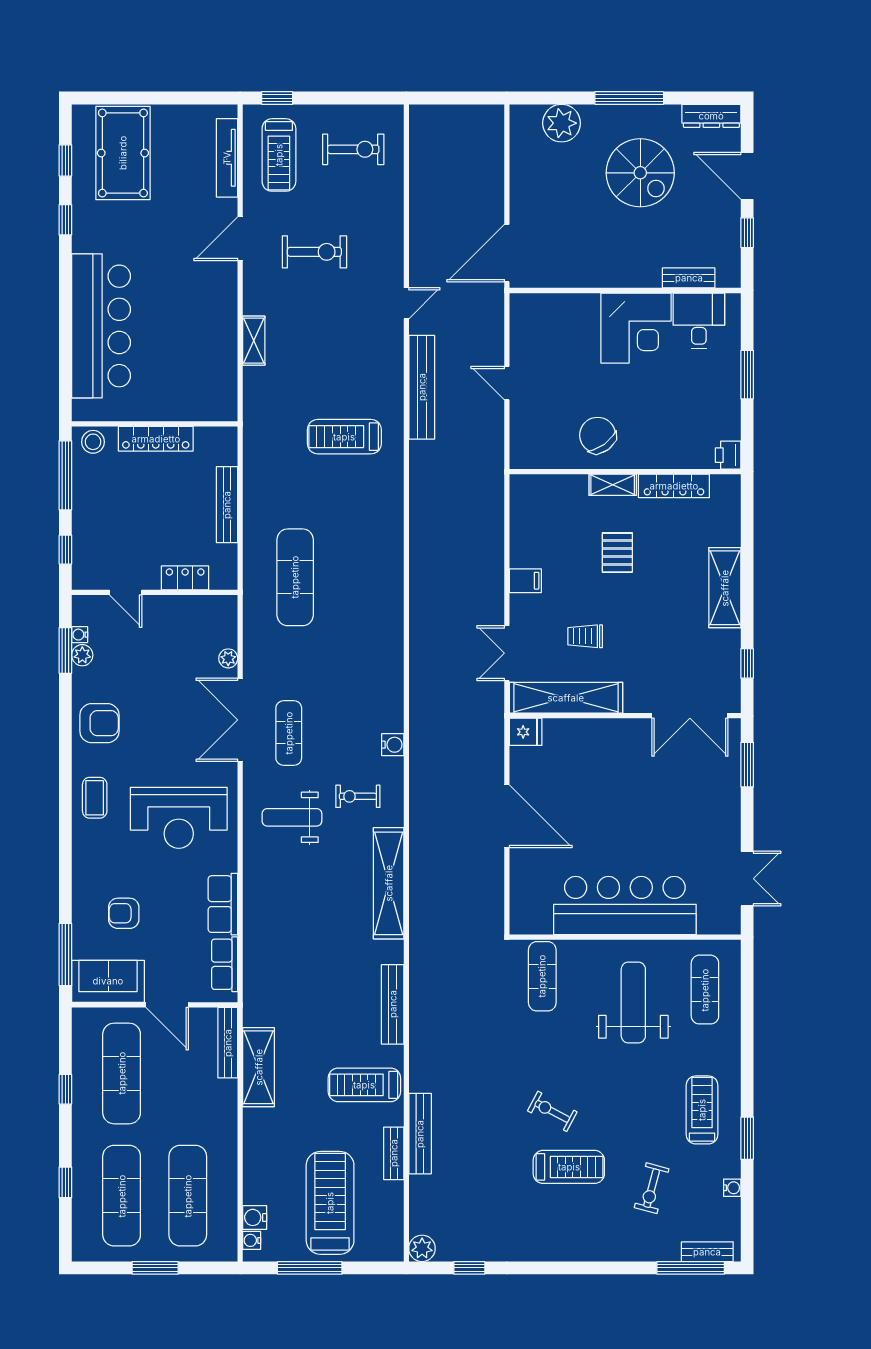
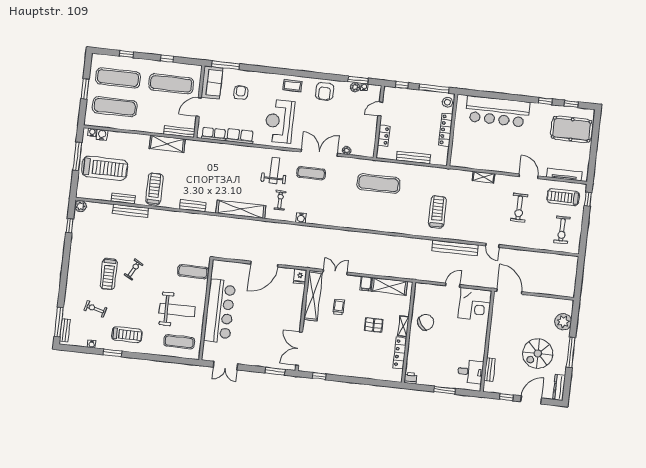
corner desk: (636, 328) -> (475, 304), moved, turned -90
shelving: (725, 588) -> (389, 286), moved
bench: (393, 1004) -> (193, 206), width x0.73

